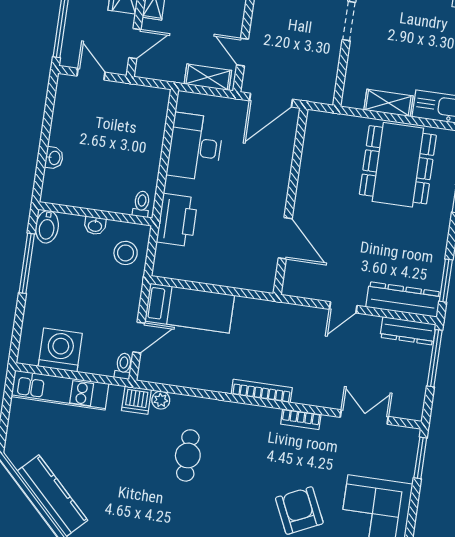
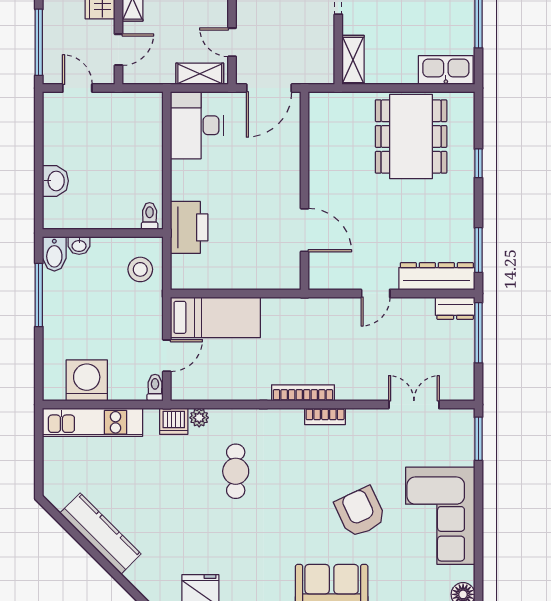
shelving: (388, 103) -> (353, 60), moved, turned 90
desk: (195, 147) -> (197, 125), moved
washbasin: (54, 158) -> (55, 181), width x1.38, depth x1.45
washbasin: (95, 226) -> (79, 245), moved
dresser: (408, 331) -> (455, 308), width x0.70
bookcase: (301, 419) -> (325, 416), moved

